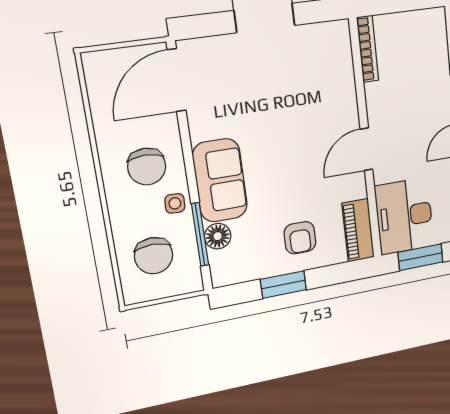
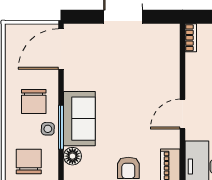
bookcase: (368, 49) -> (191, 38), width x0.64
window: (200, 234) -> (61, 127), moved
chair: (154, 256) -> (29, 161), turned 180

